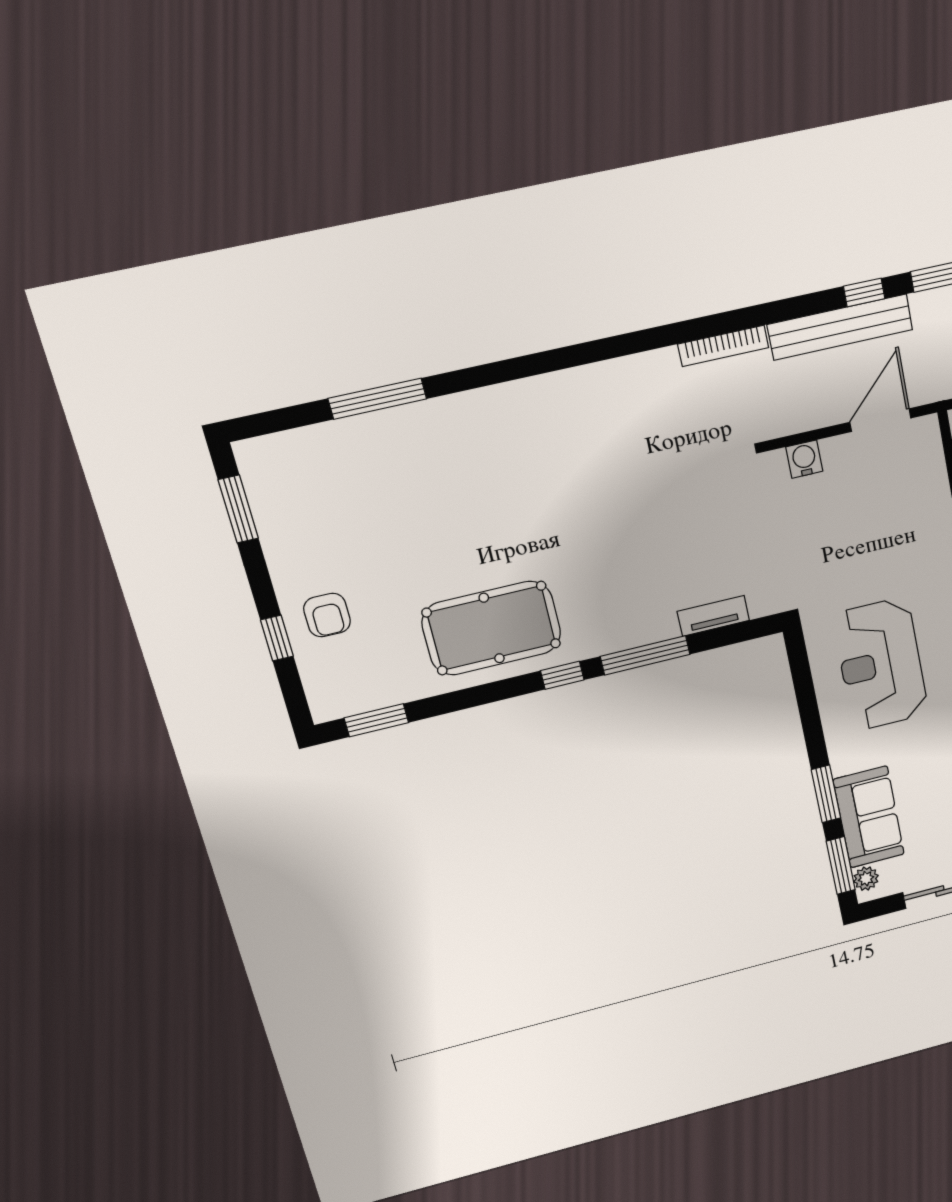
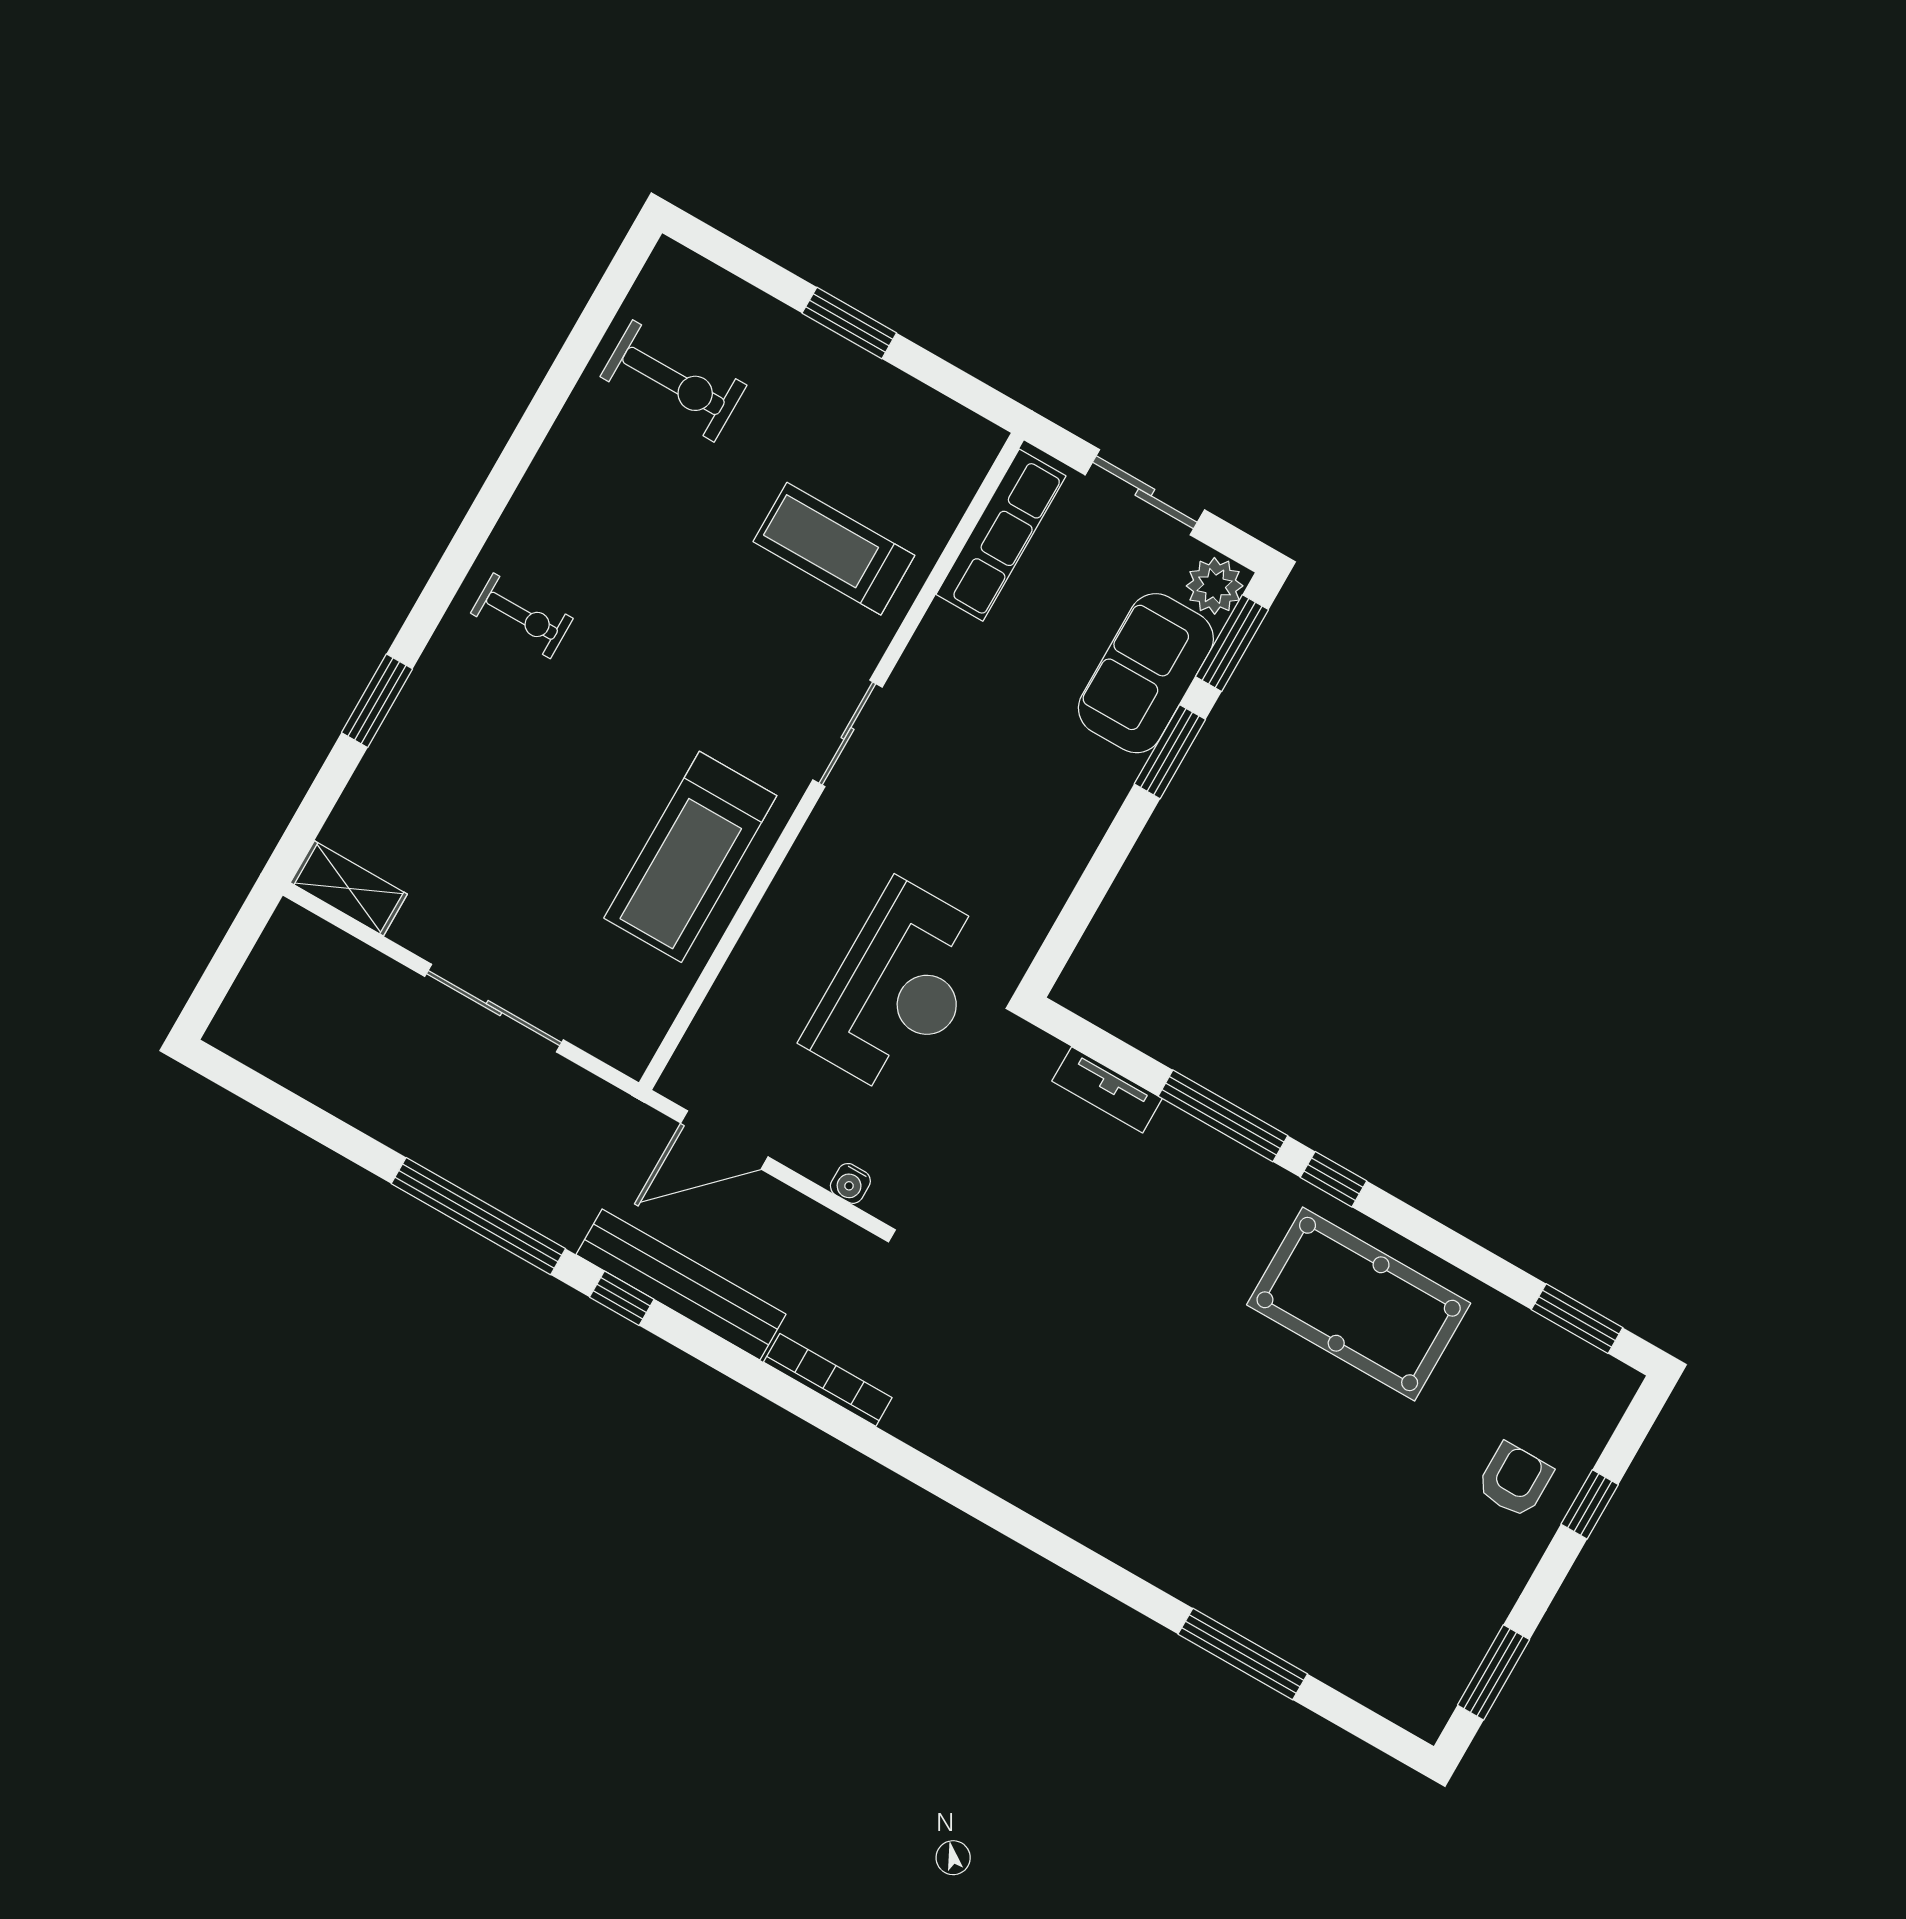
water cooler: (804, 459) -> (850, 1183), width x0.72, depth x0.72
reception desk: (881, 664) -> (899, 989), moved
plant: (866, 879) -> (1215, 586), width x1.38, depth x1.38

